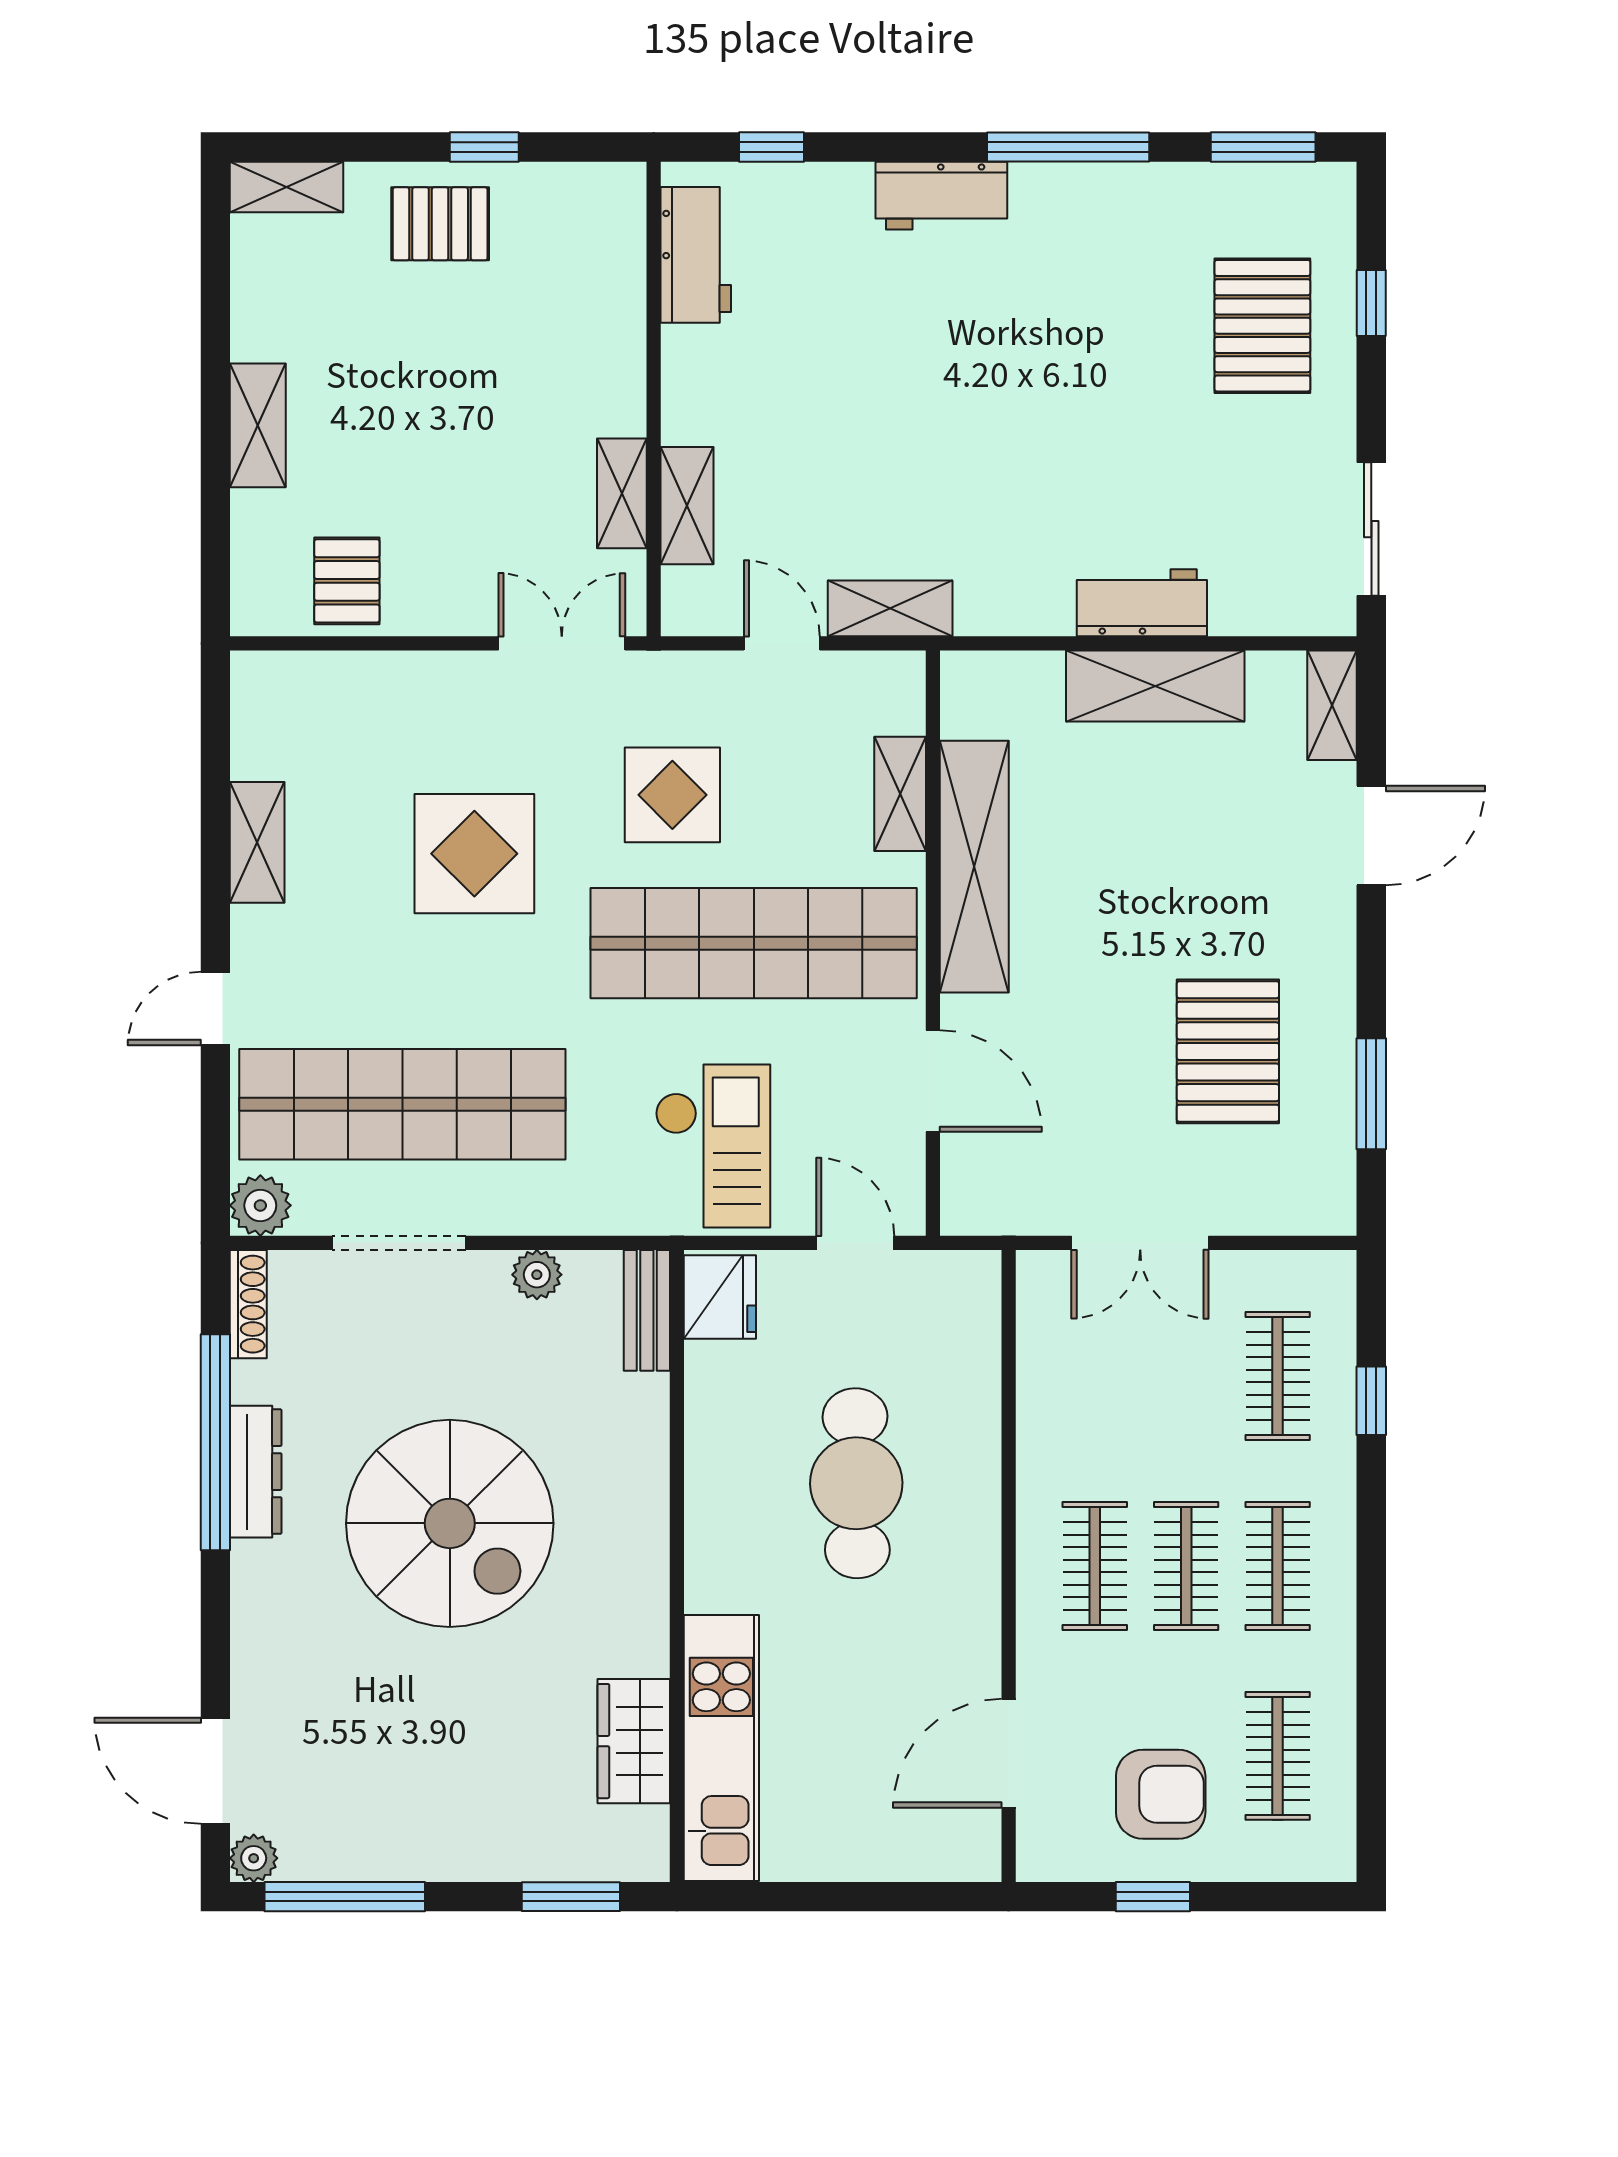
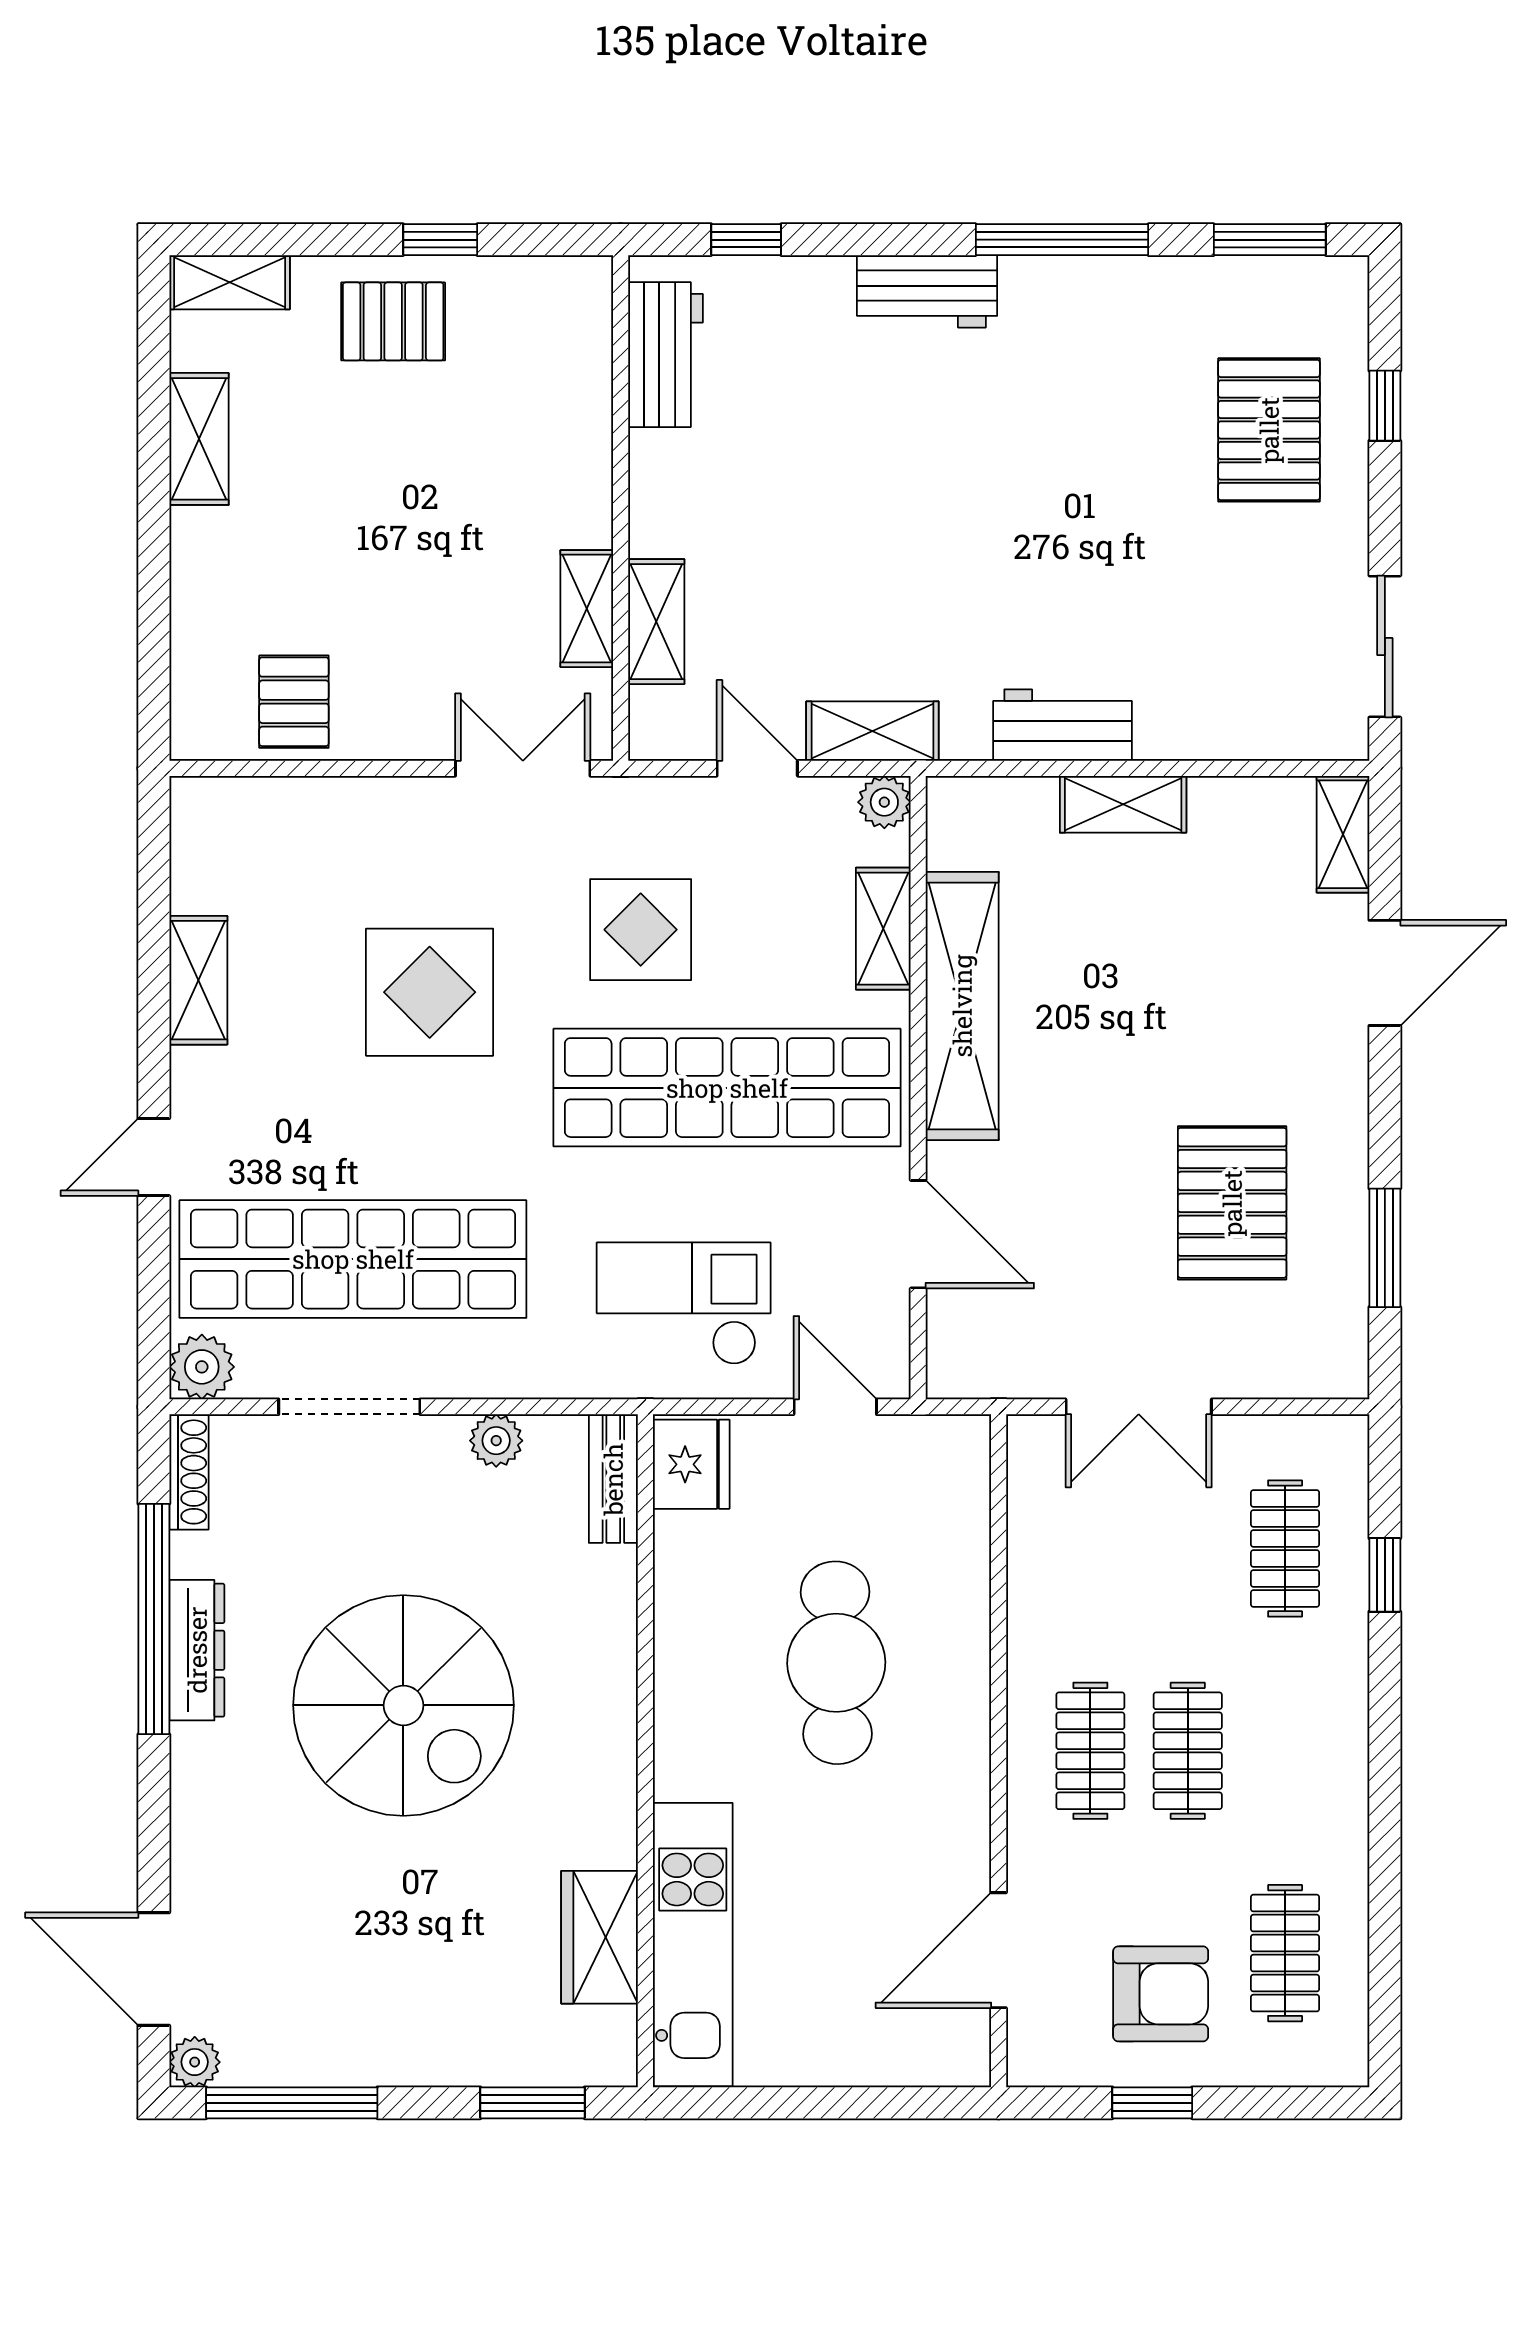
shelving: (258, 425) -> (199, 439), moved
workbench: (1142, 603) -> (1062, 725), moved
plant: (901, 675) -> (884, 802), added
shelving: (1155, 686) -> (1123, 804), width x0.67, depth x0.75
checkout: (713, 1146) -> (684, 1304), turned -90
clothes rail: (1278, 1566) -> (1285, 1751), removed

